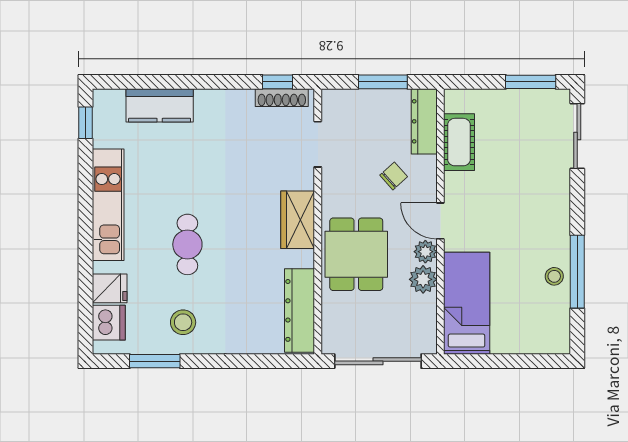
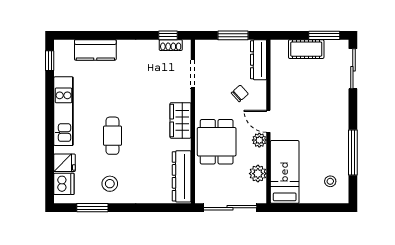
shoe rack: (282, 98) -> (171, 45), width x0.70
cot: (459, 142) -> (306, 49), moved, turned 90
stool: (554, 276) -> (330, 181), moved
plant: (423, 279) -> (258, 174), moved

